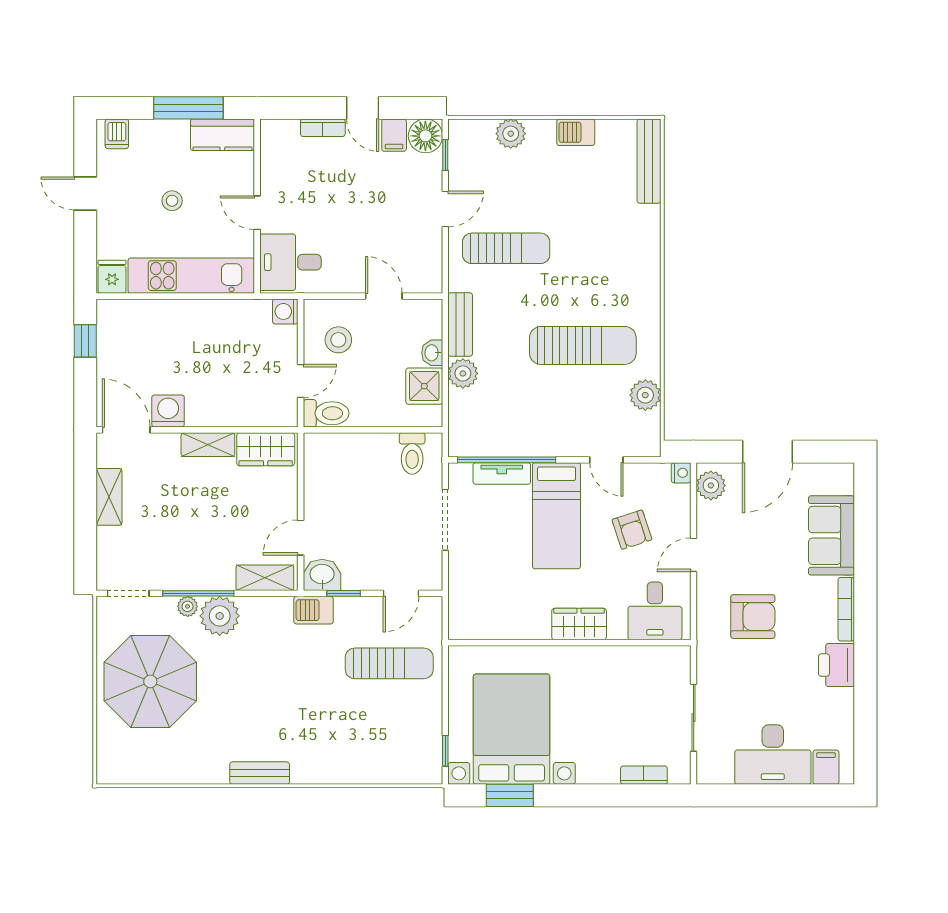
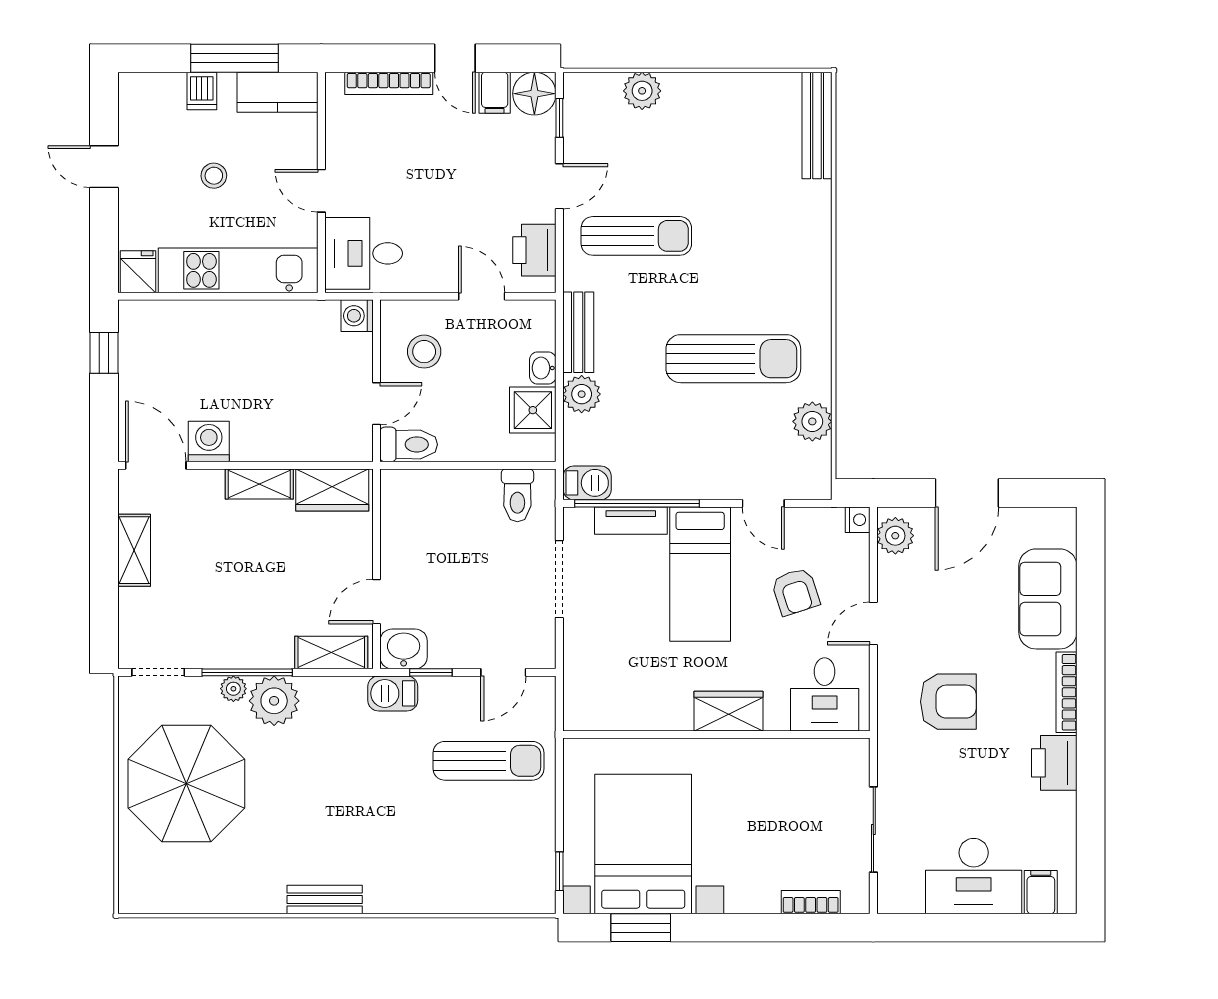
bookcase: (323, 128) -> (389, 83), width x1.56
barbecue: (576, 132) -> (587, 483), moved, turned 180
dishwasher: (117, 134) -> (202, 91), moved
printer: (426, 260) -> (534, 250), added

